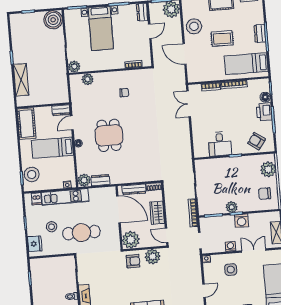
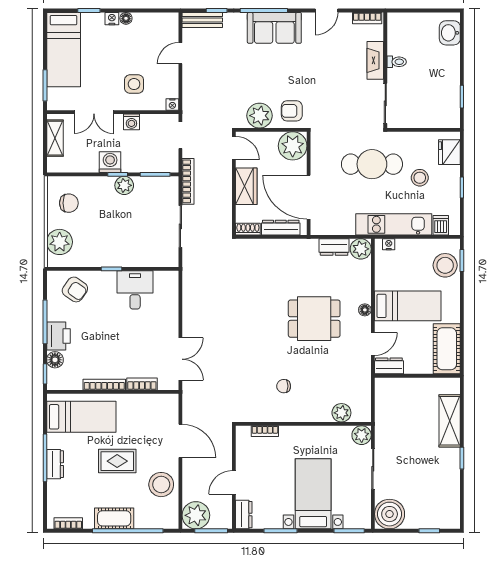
dining table: (109, 135) -> (314, 319), turned 90

